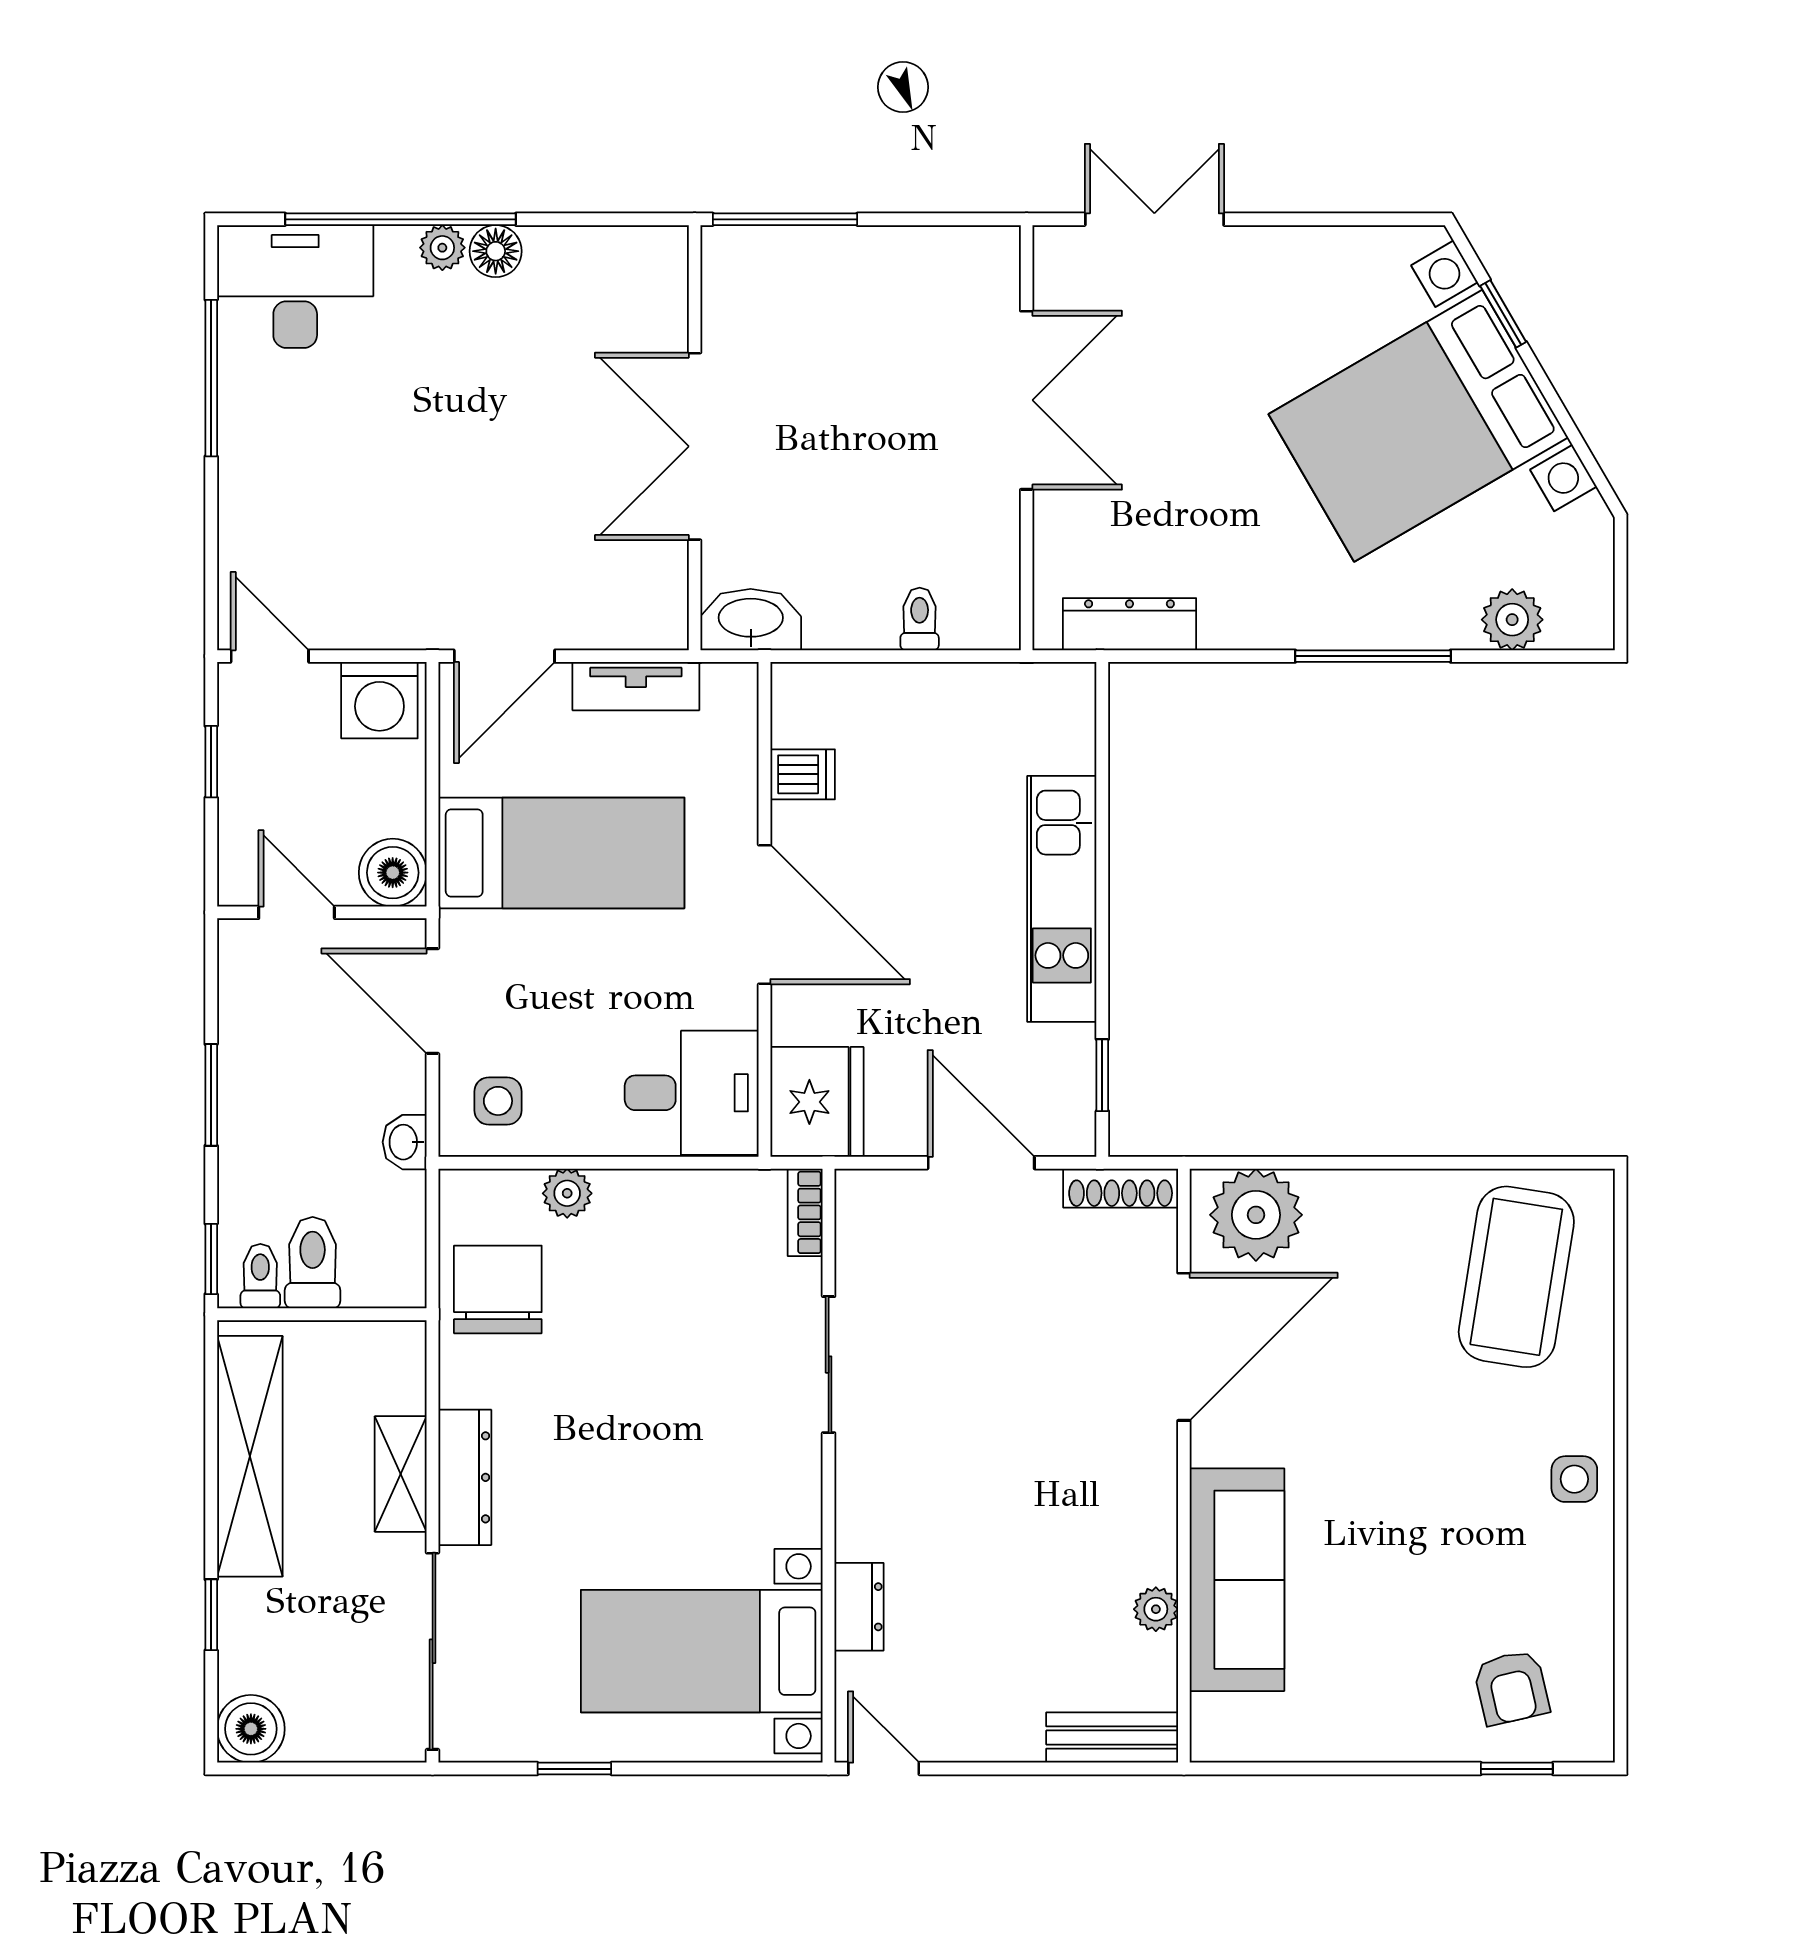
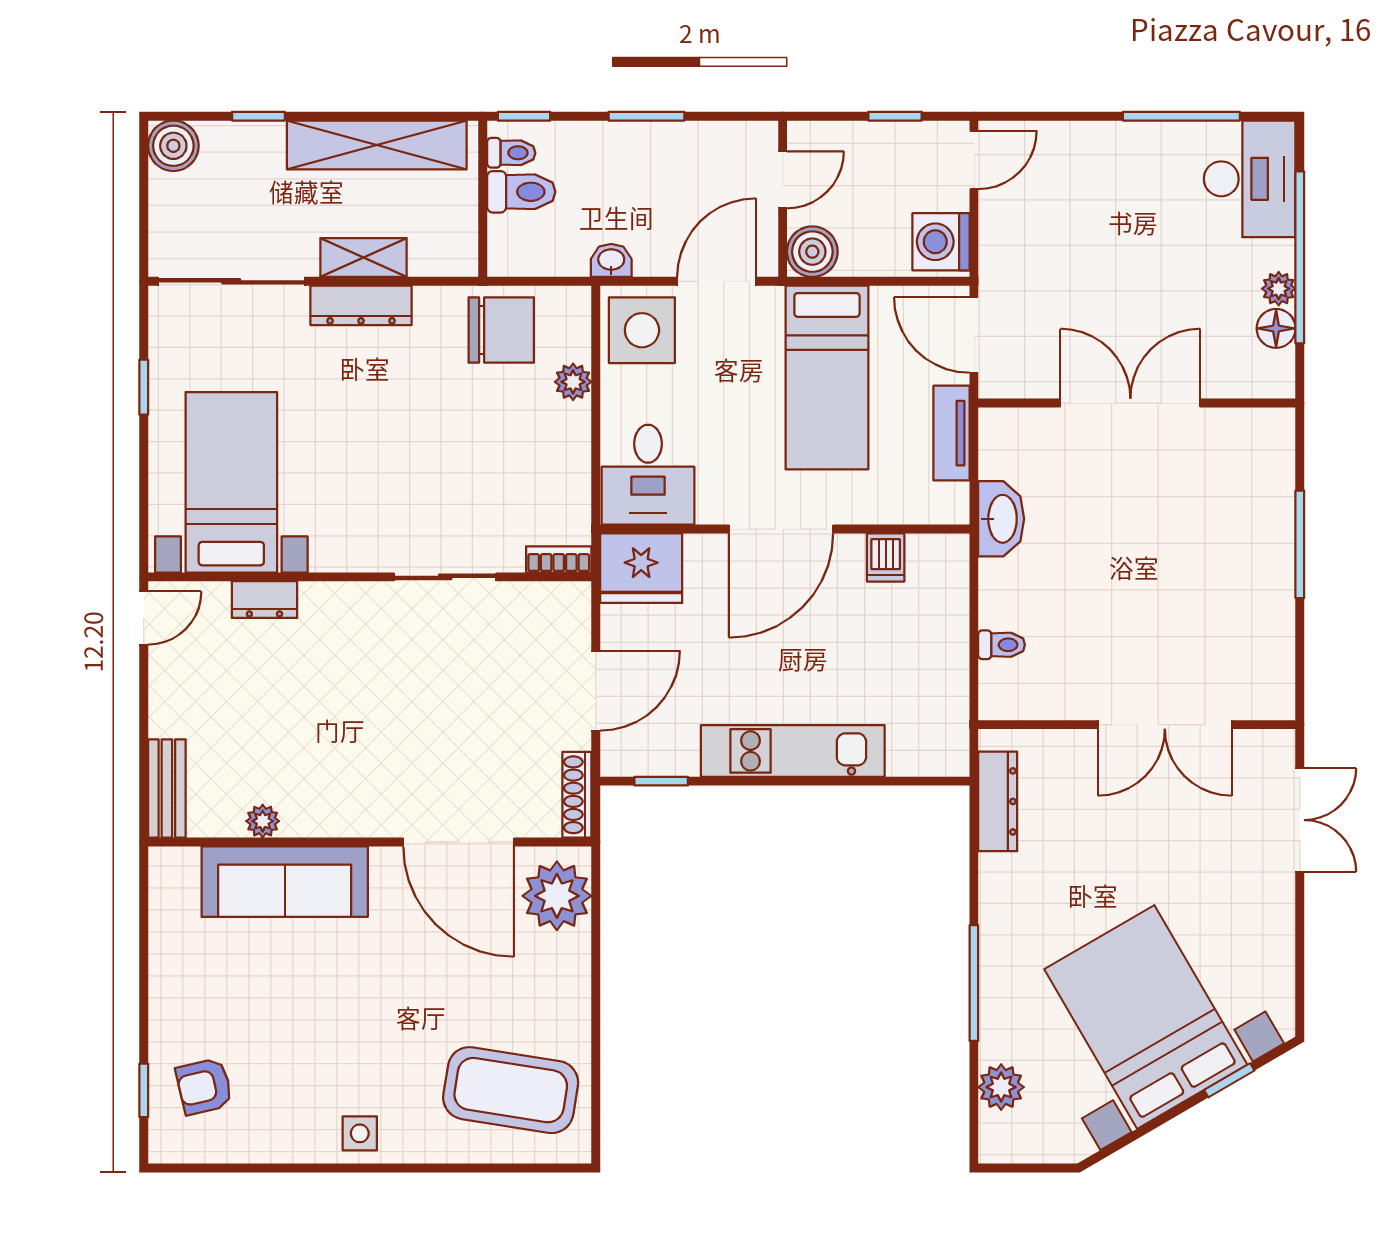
wall: (695, 438) -> (1137, 403), moved
double door: (695, 446) -> (1130, 403), moved
side table: (498, 1101) -> (642, 330), width x1.87, depth x1.87

